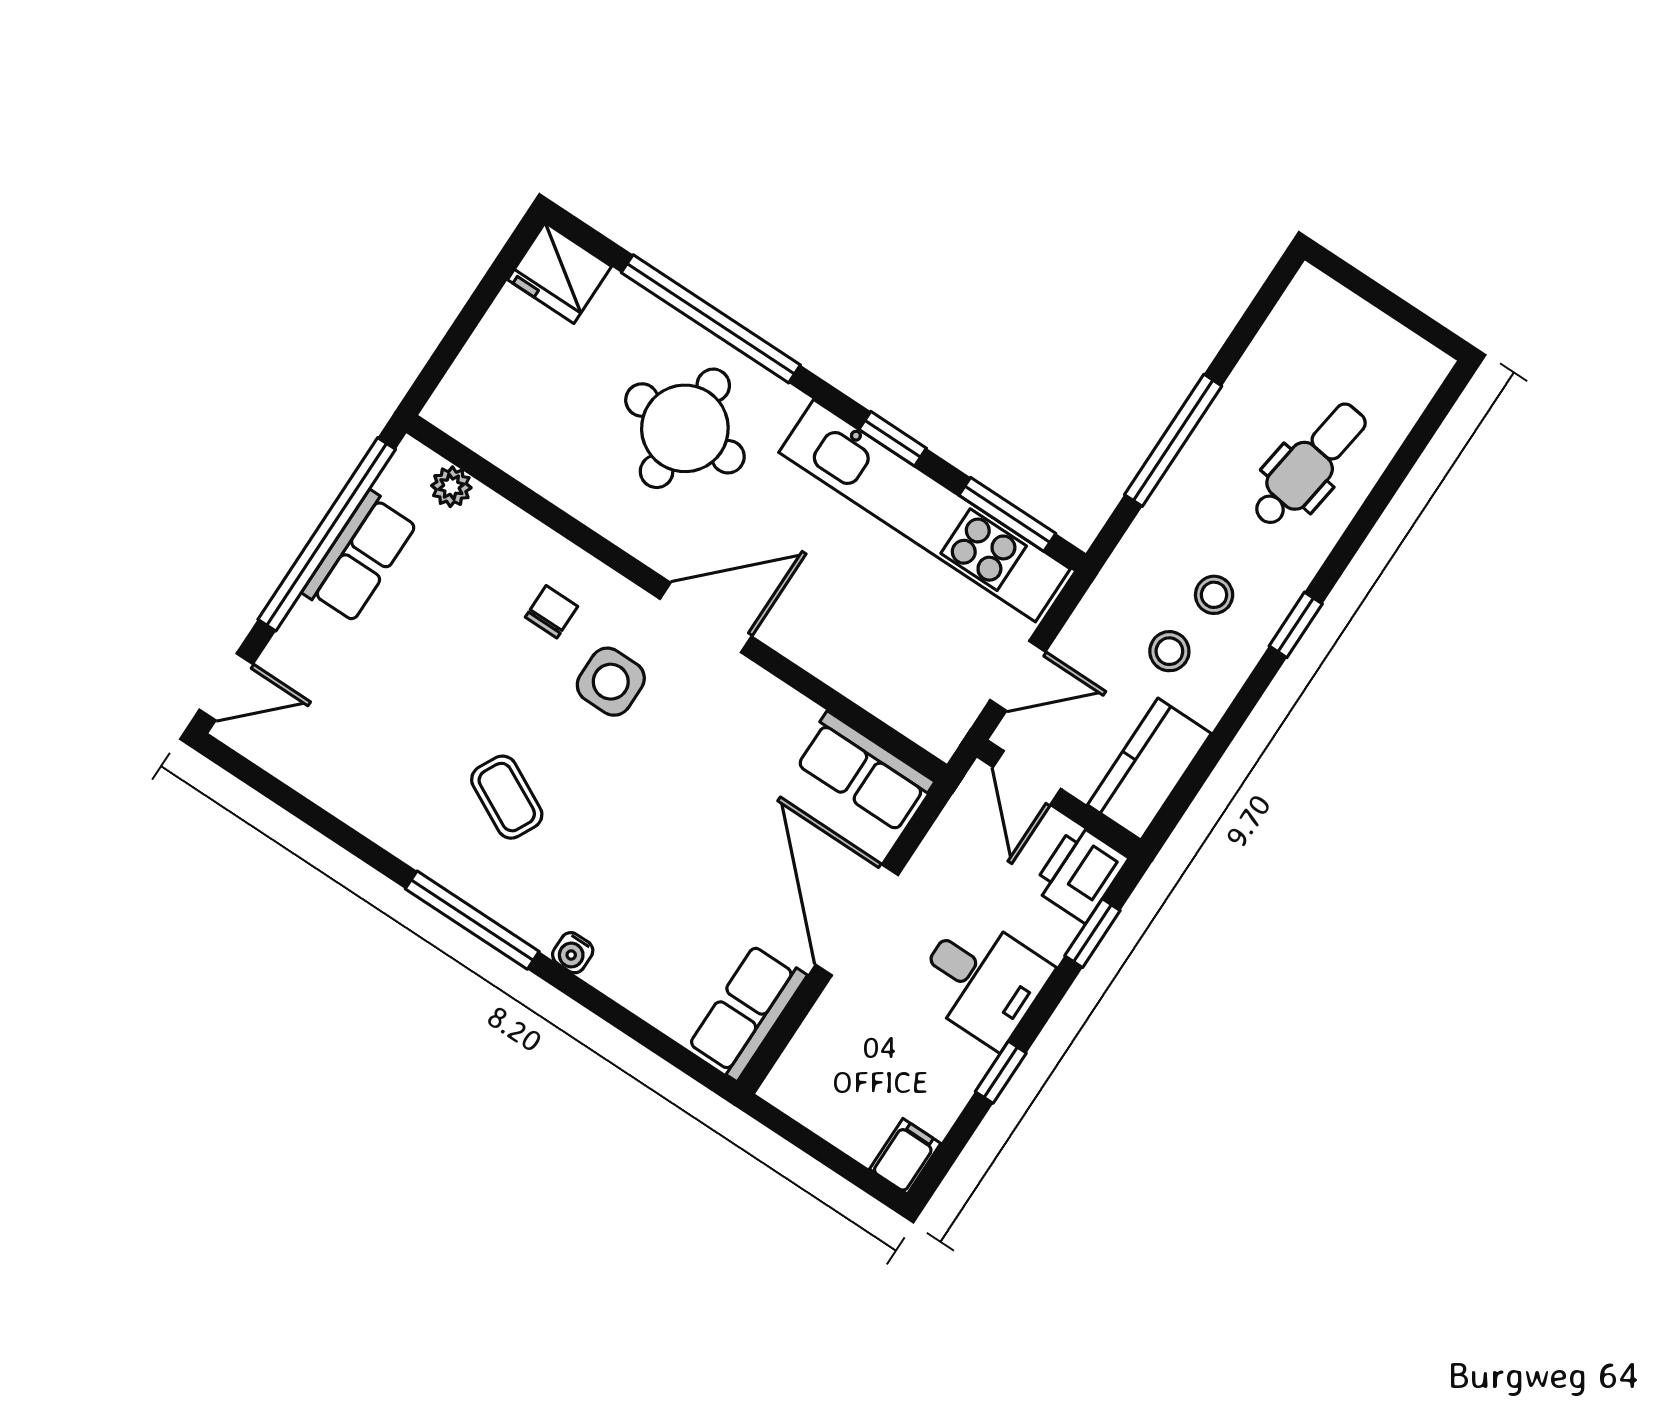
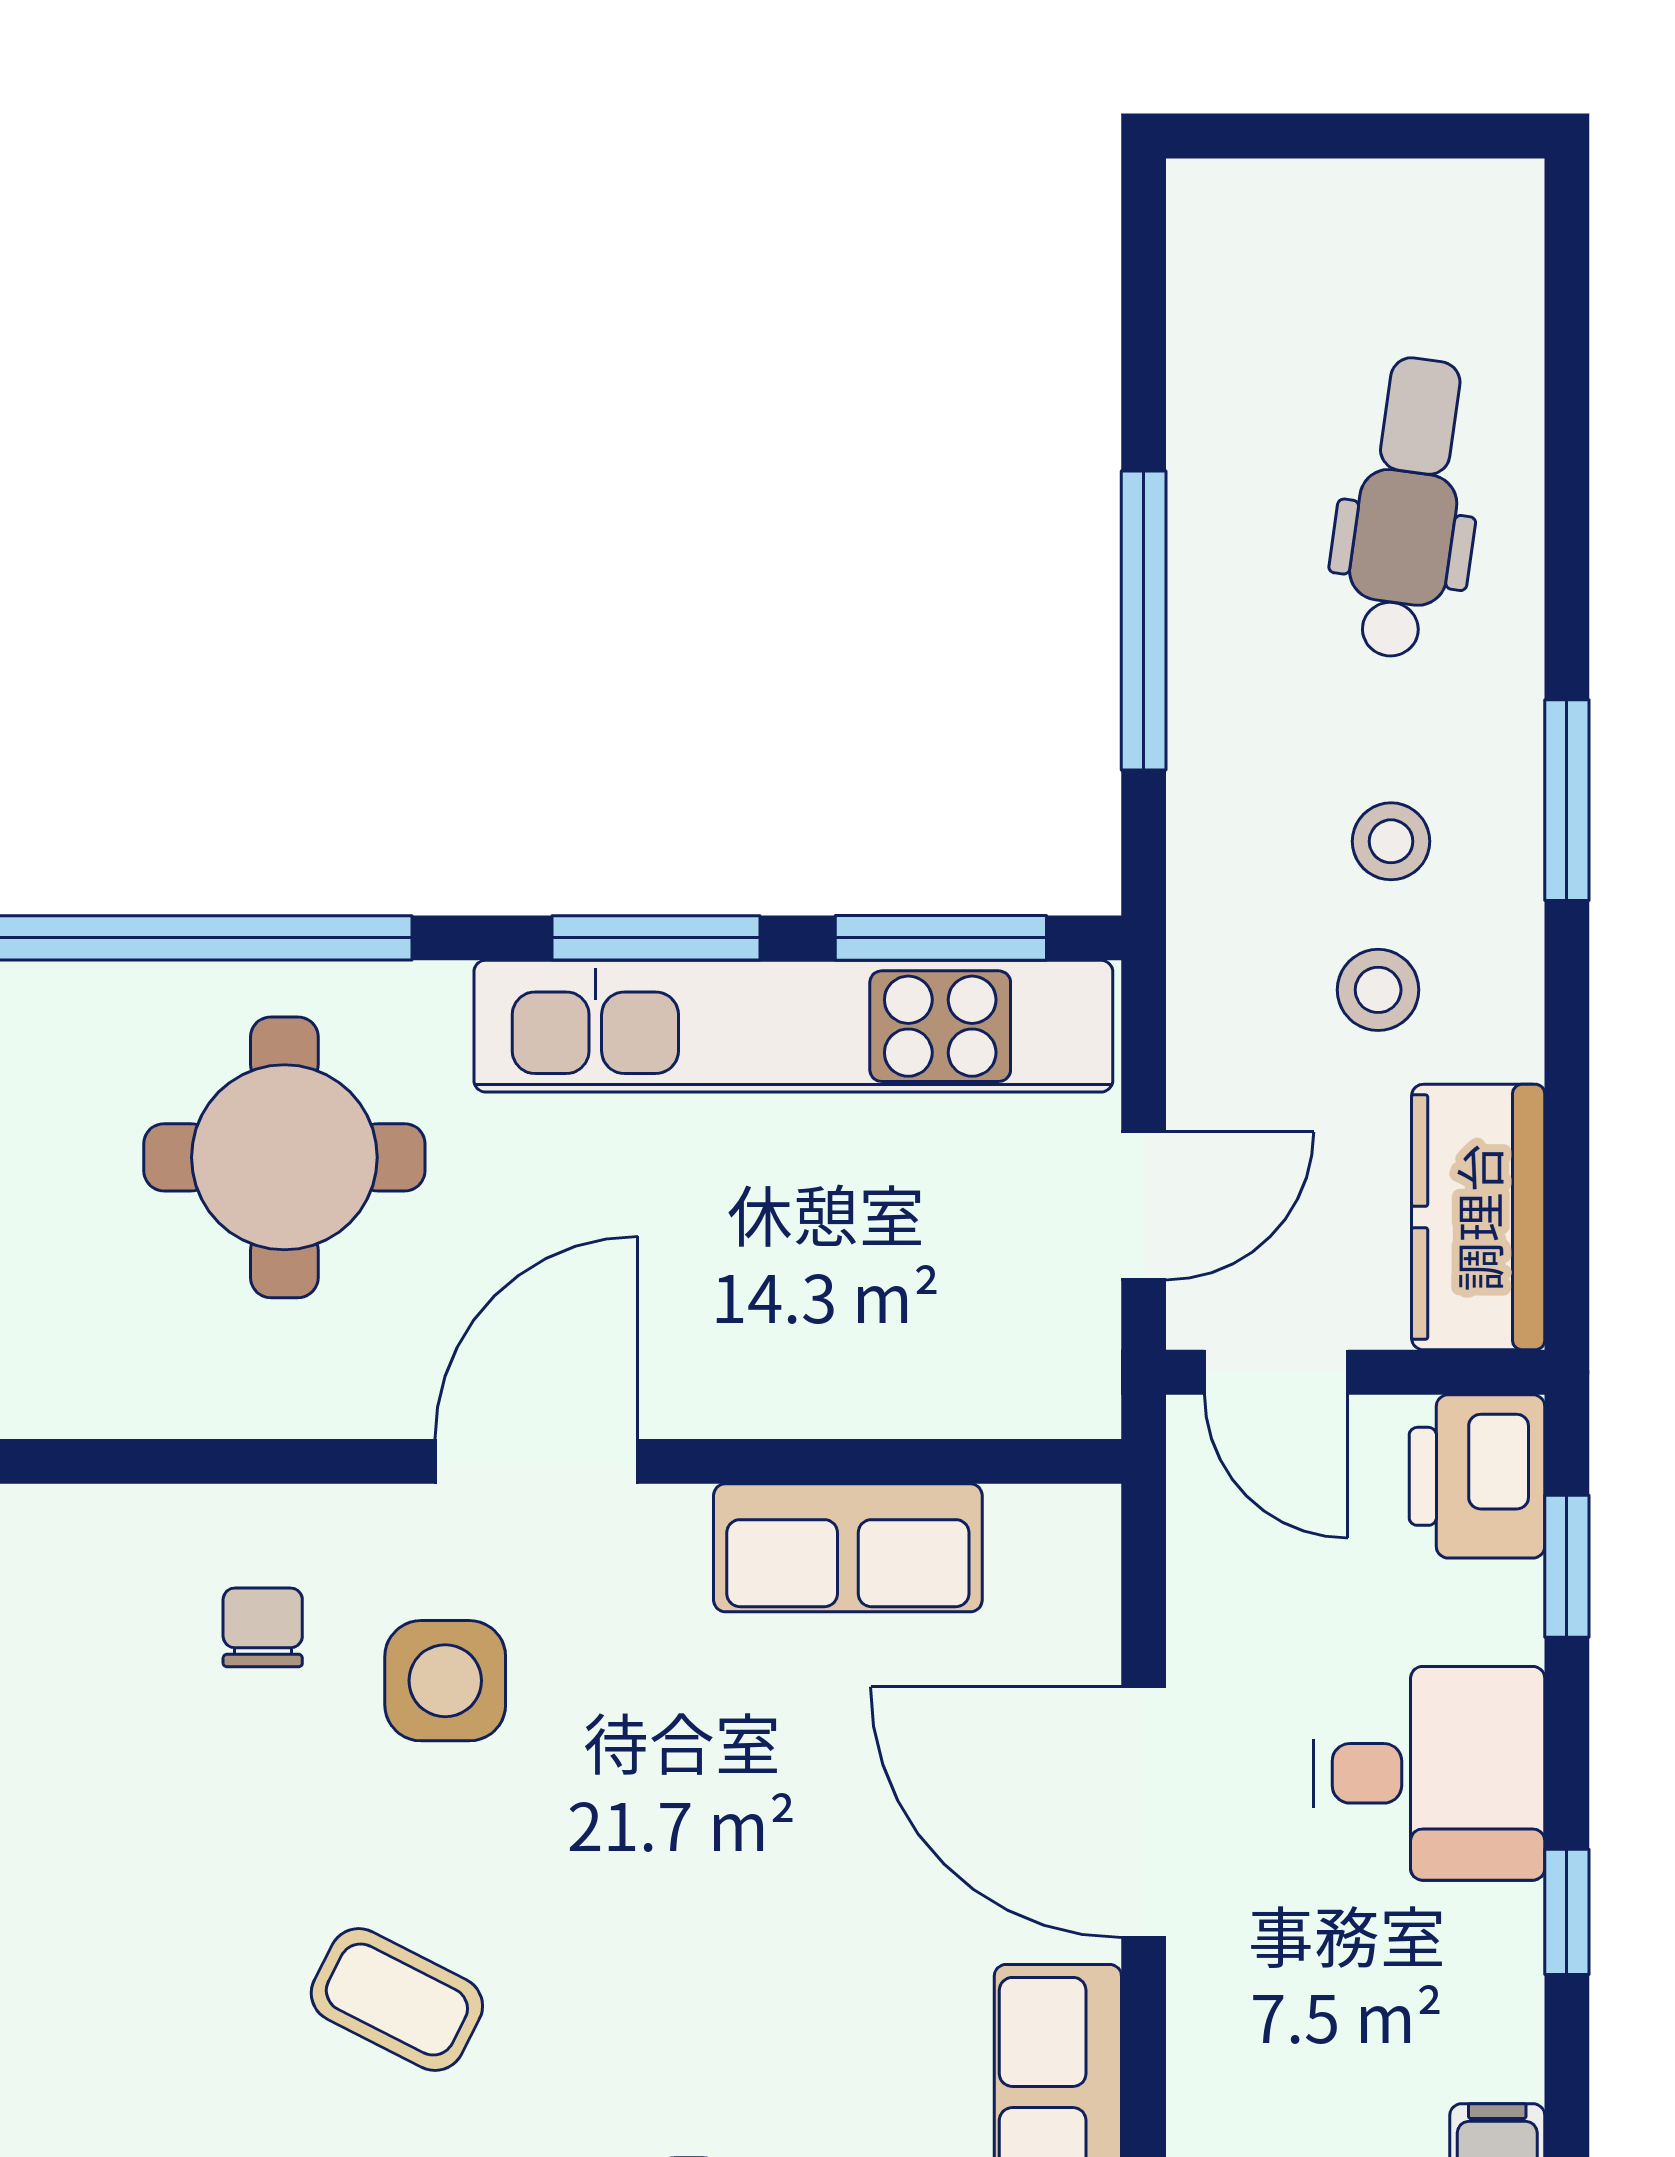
window: (893, 439) -> (656, 938), width x1.50
window: (1296, 625) -> (1567, 800), width x1.50
row of seats: (864, 772) -> (848, 1548), moved

